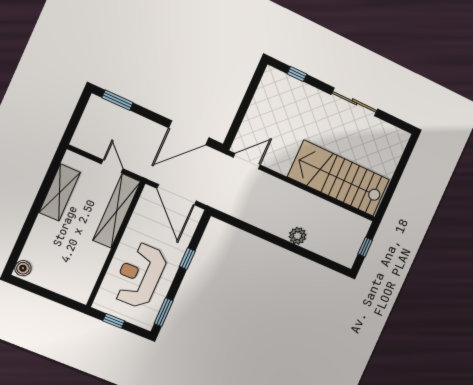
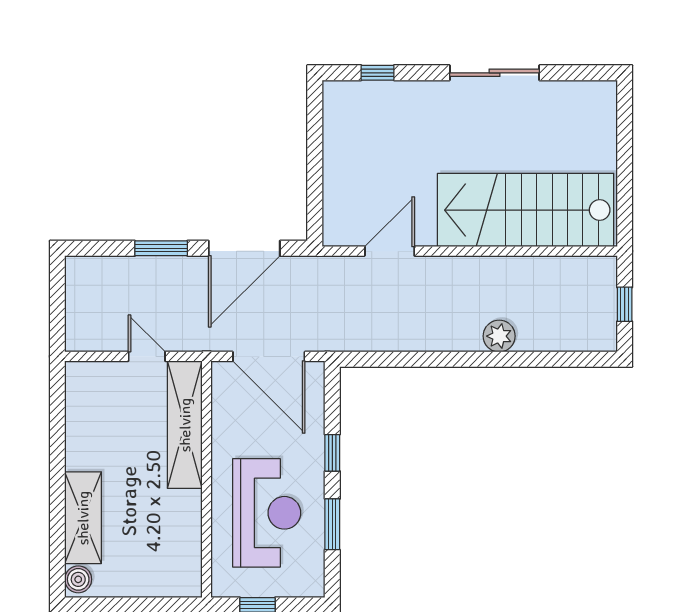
window: (117, 100) -> (161, 248), moved
door: (247, 161) -> (390, 251), moved
shelving: (60, 192) -> (83, 518), moved
reception desk: (140, 275) -> (267, 513), turned 180
window: (164, 312) -> (332, 524), moved

